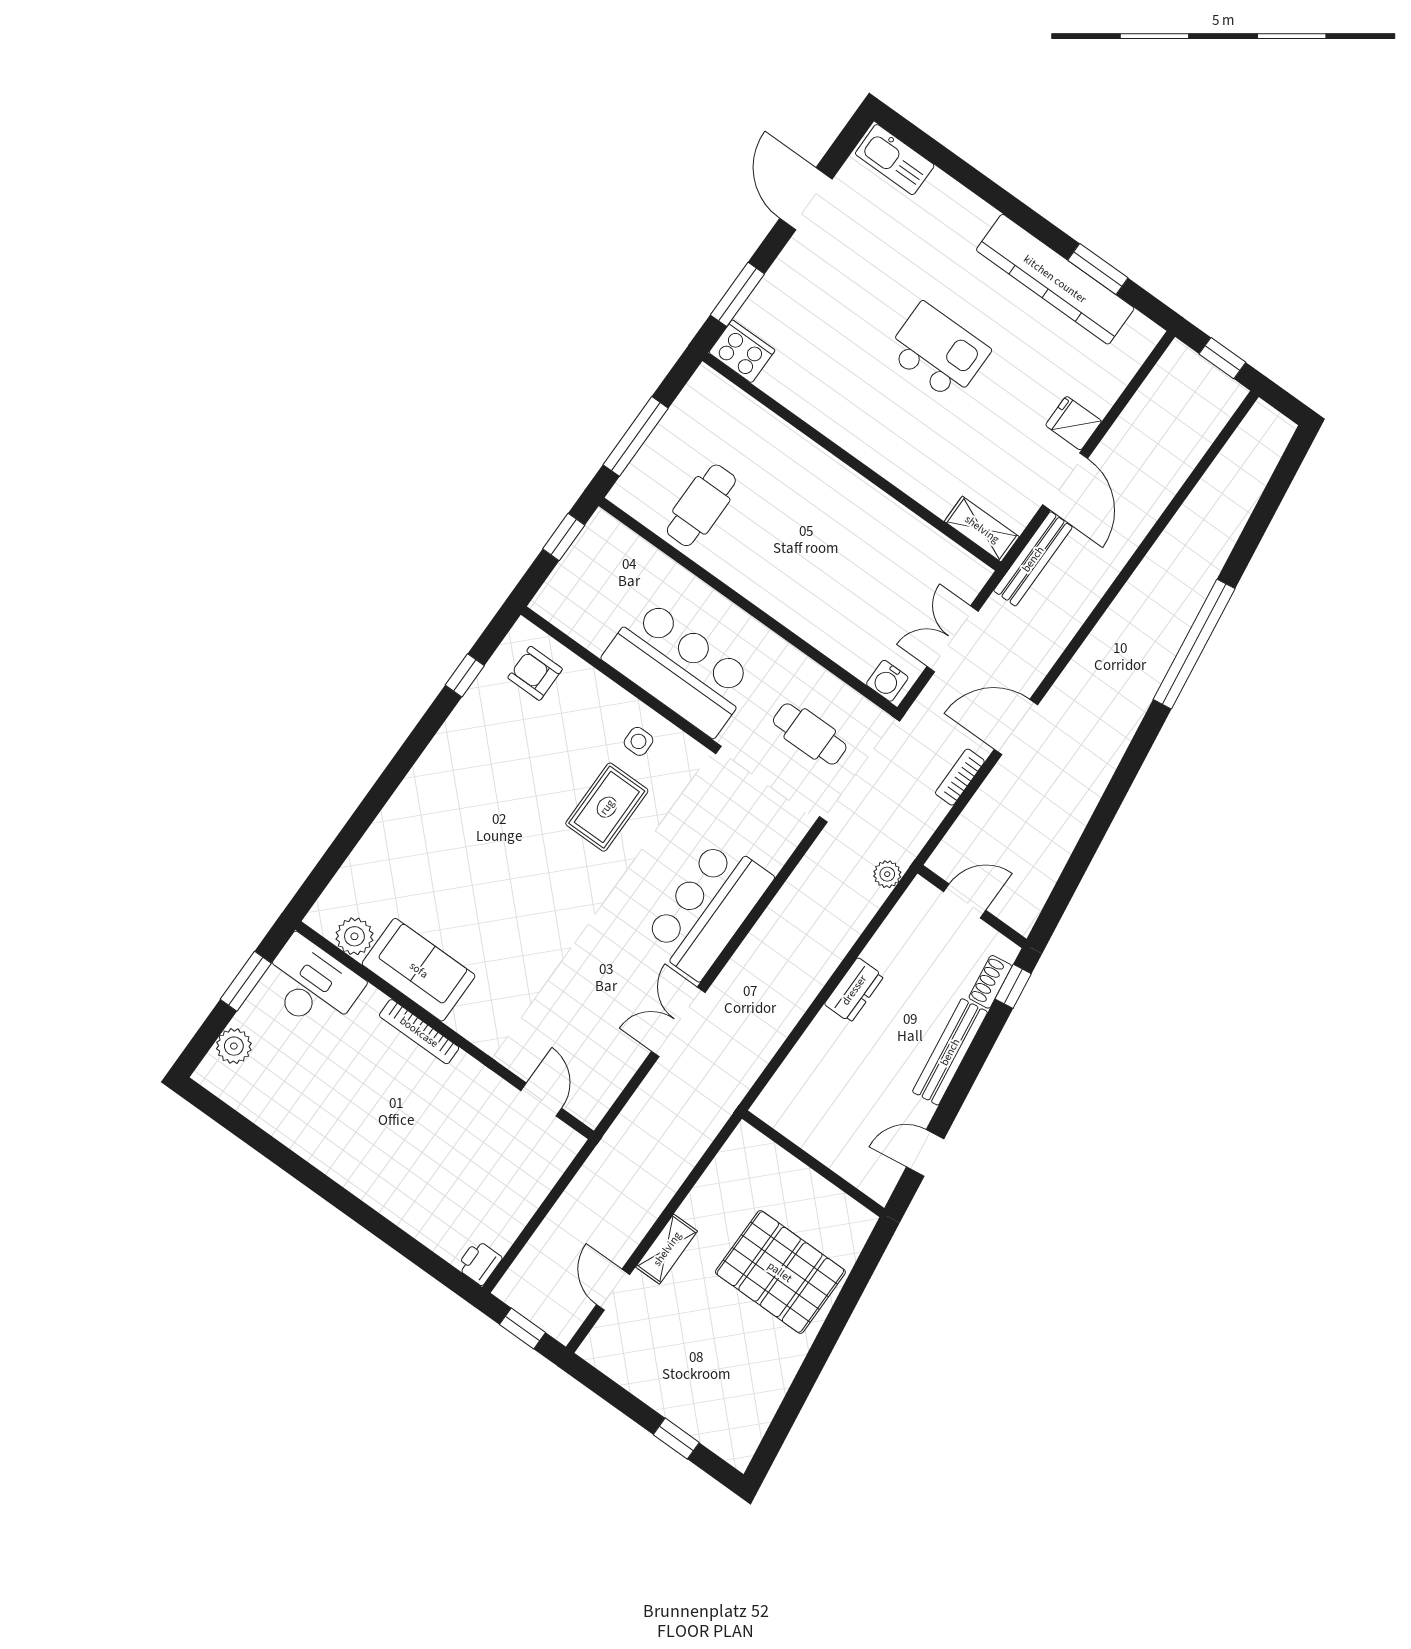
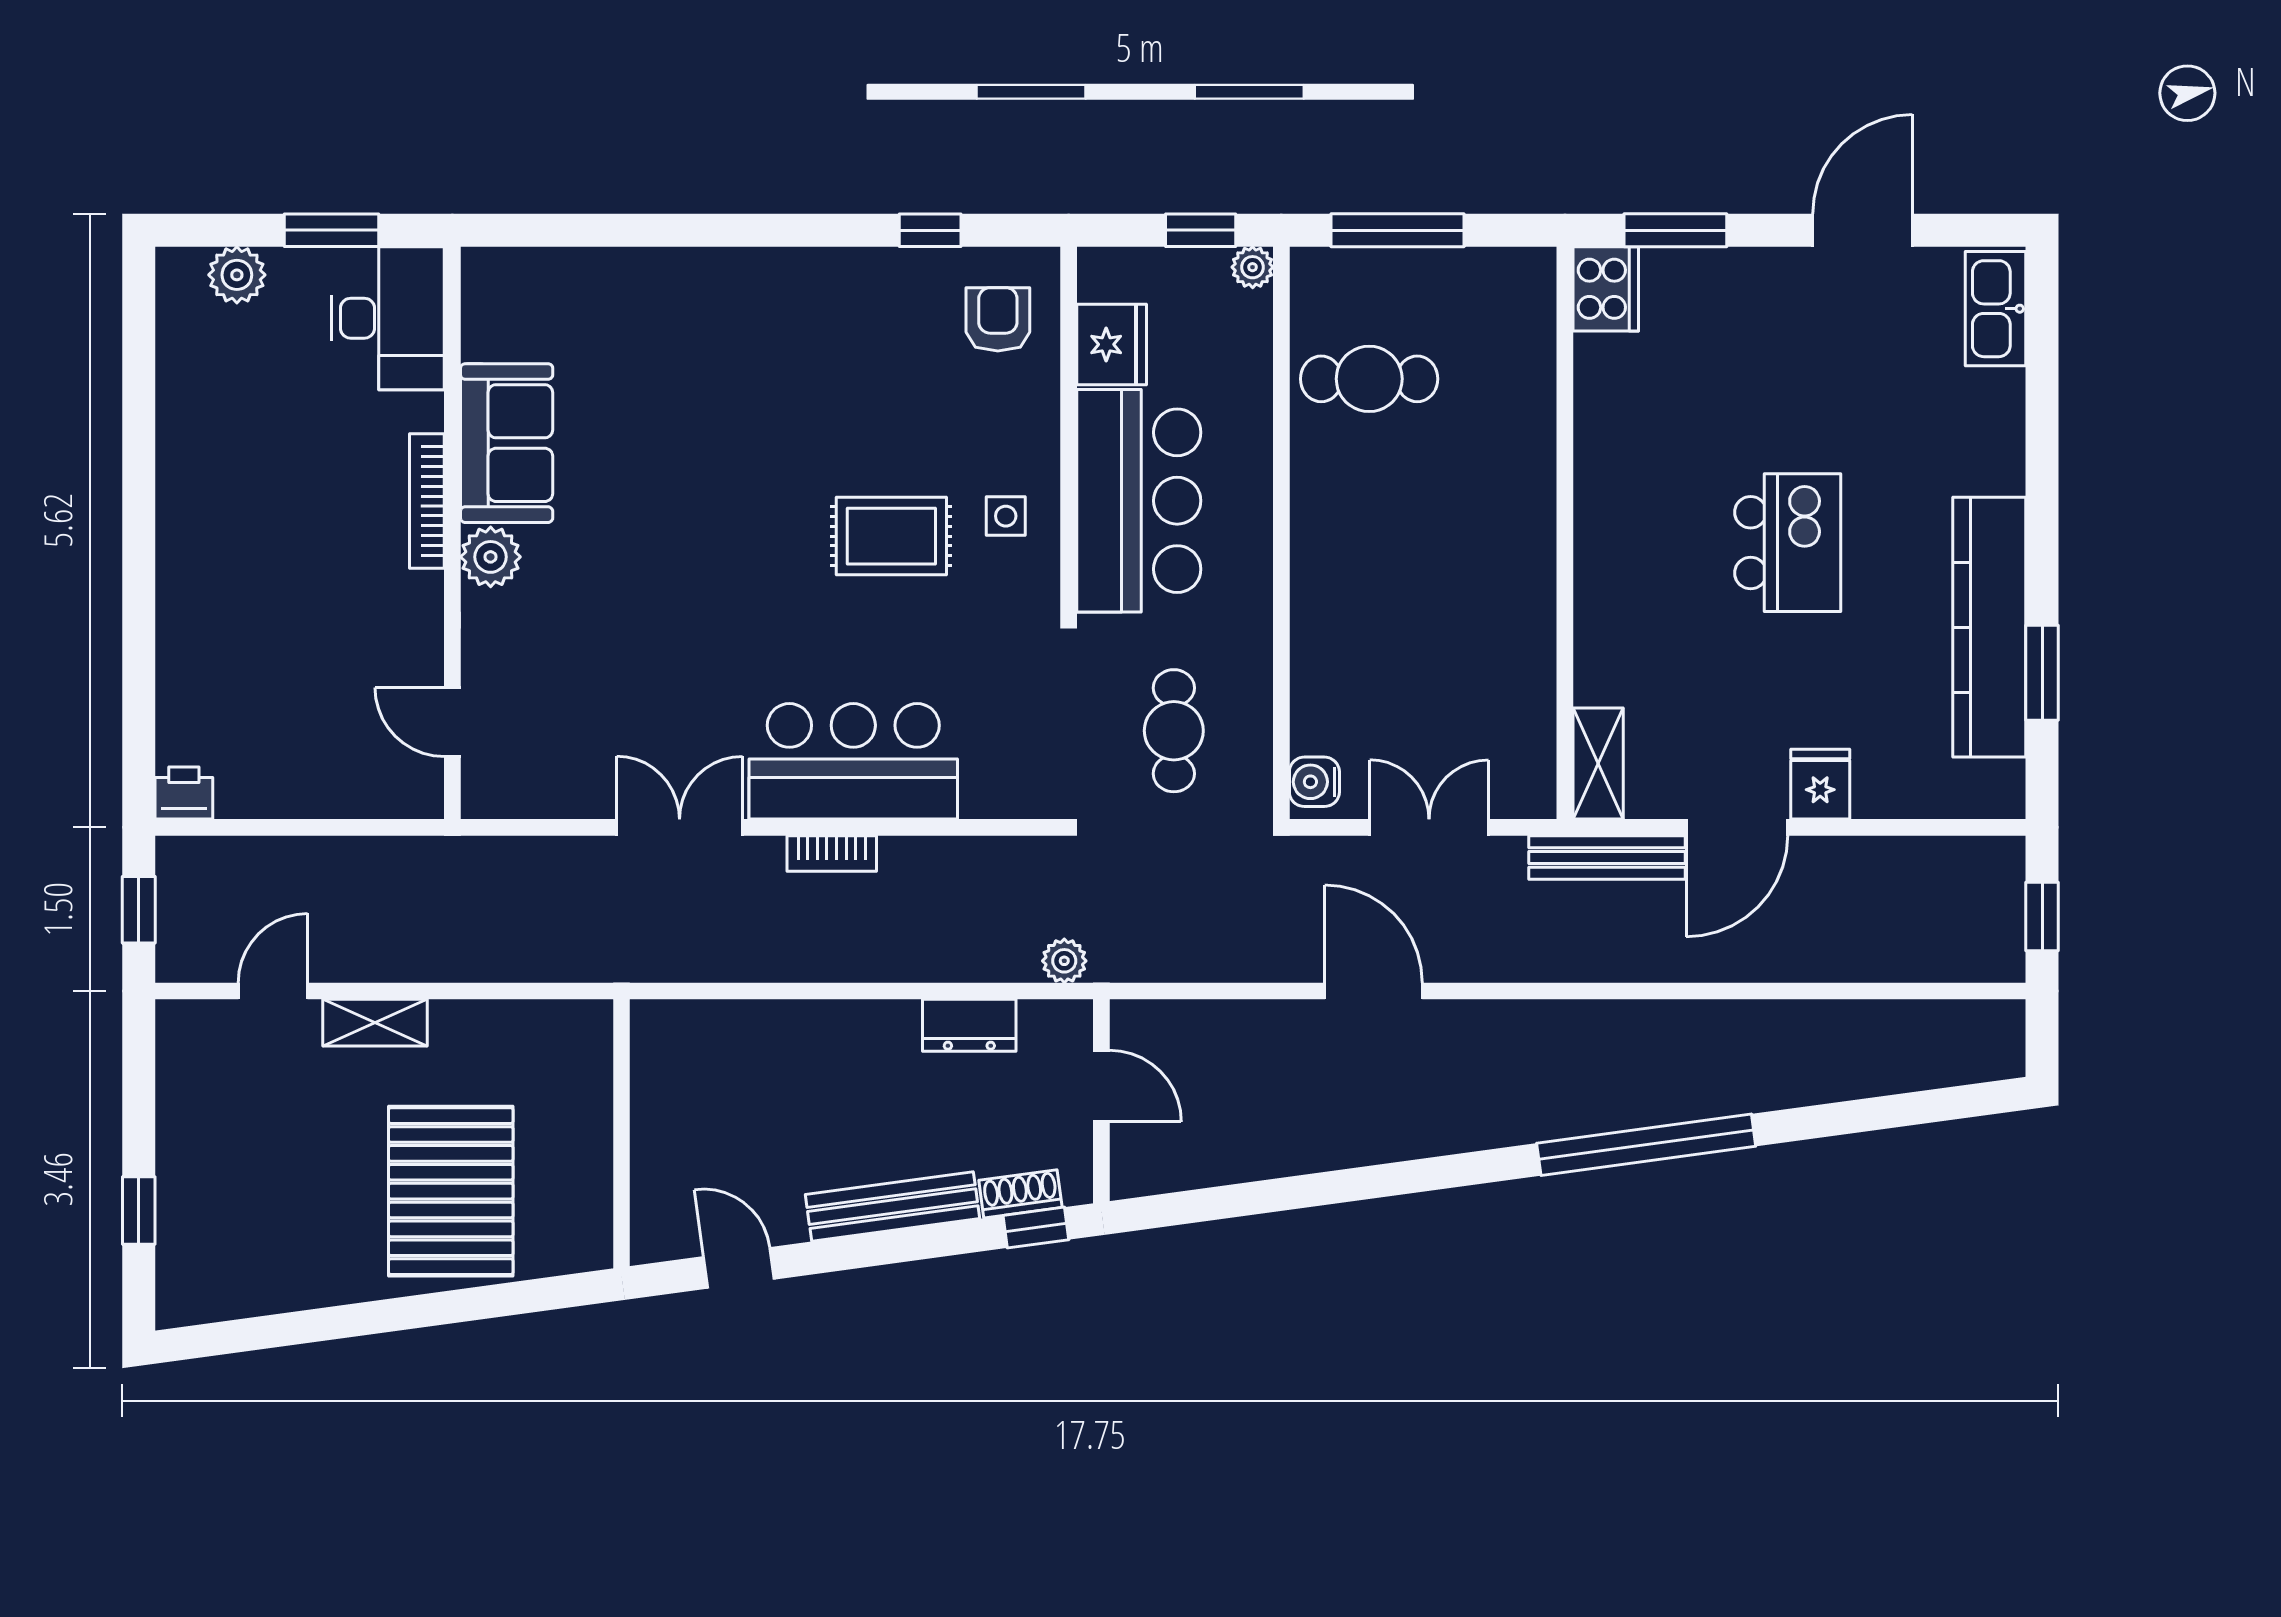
plant: (602, 524) -> (1253, 267), added
fridge: (590, 624) -> (1112, 344), added
bookcase: (960, 777) -> (832, 853), moved, turned 180
plant: (354, 936) -> (491, 557), moved
dresser: (854, 990) -> (969, 1025), moved
door: (541, 1100) -> (452, 722), swing flipped

